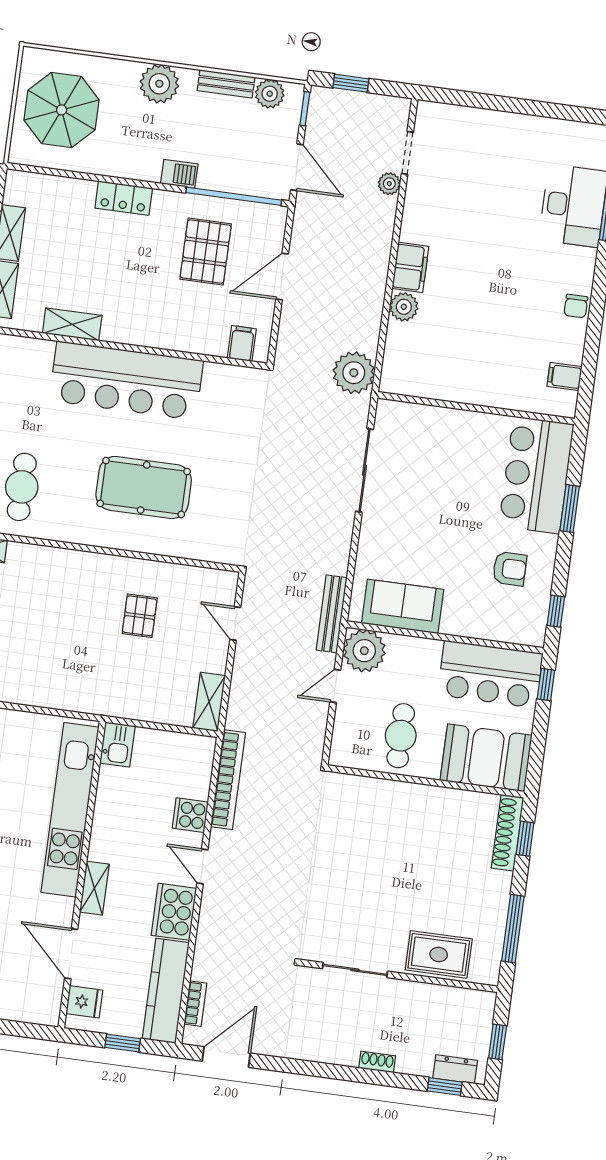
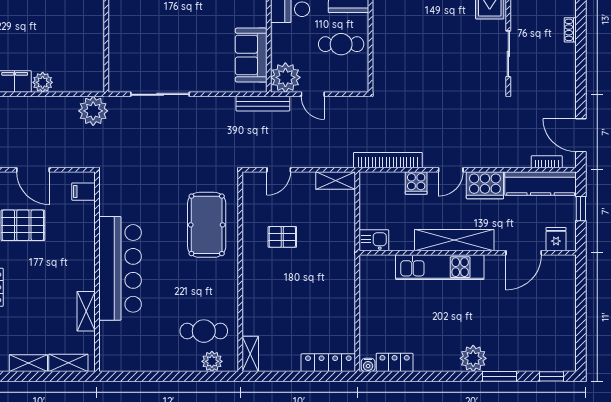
pool table: (144, 487) -> (207, 225), moved
kitchen unit: (70, 810) -> (440, 267), width x0.73
shelving: (94, 888) -> (454, 240), width x2.20, depth x1.33

